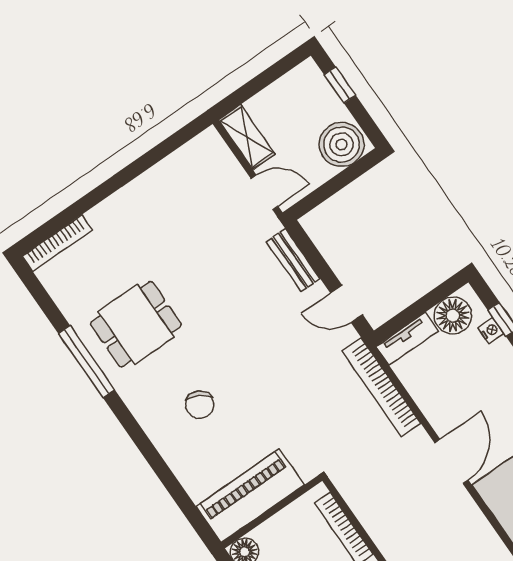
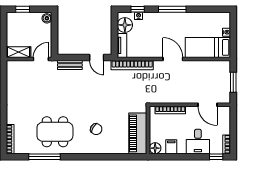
boiler: (342, 144) -> (47, 18), width x0.54, depth x0.54
door: (346, 304) -> (97, 57), hinge flipped
dining table: (136, 324) -> (55, 132), width x1.38
window: (87, 362) -> (45, 157), moved

